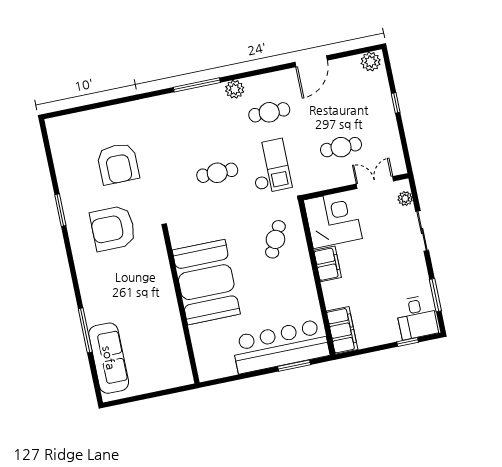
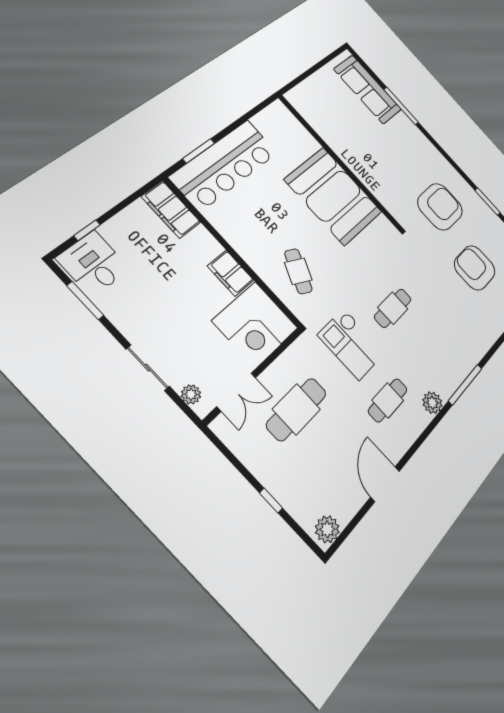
cafe table: (341, 147) -> (297, 409), width x1.37, depth x1.35

